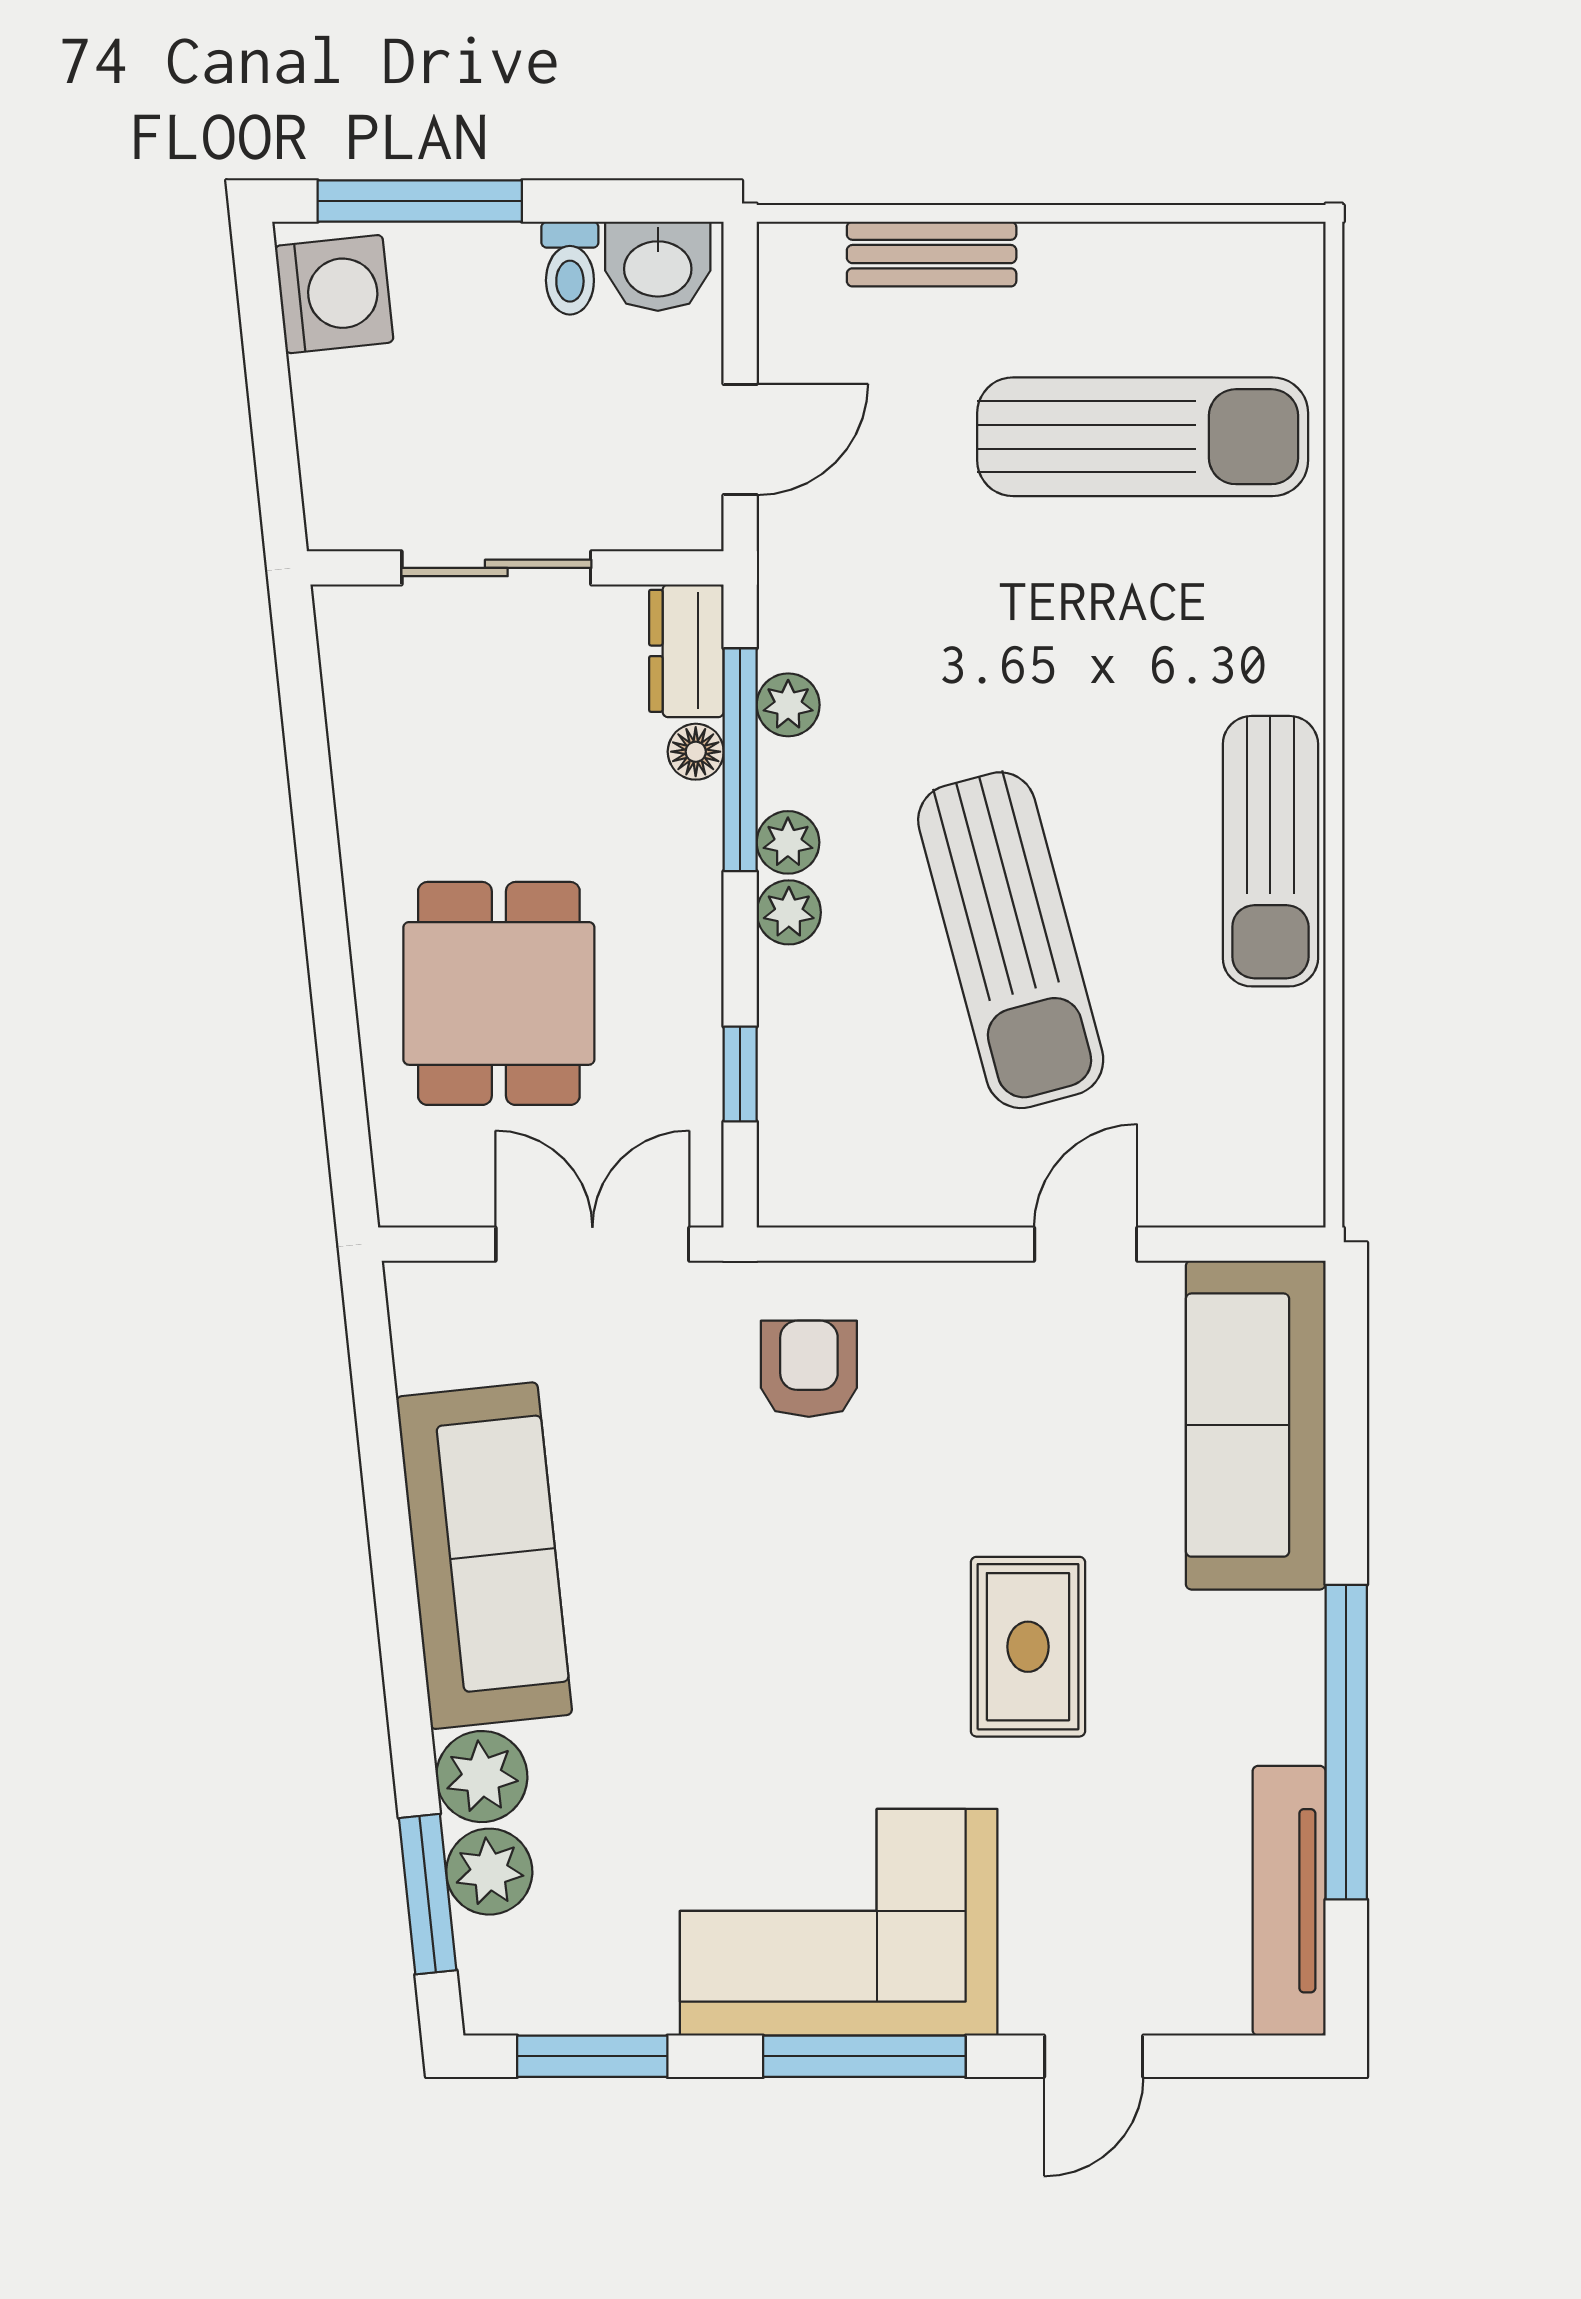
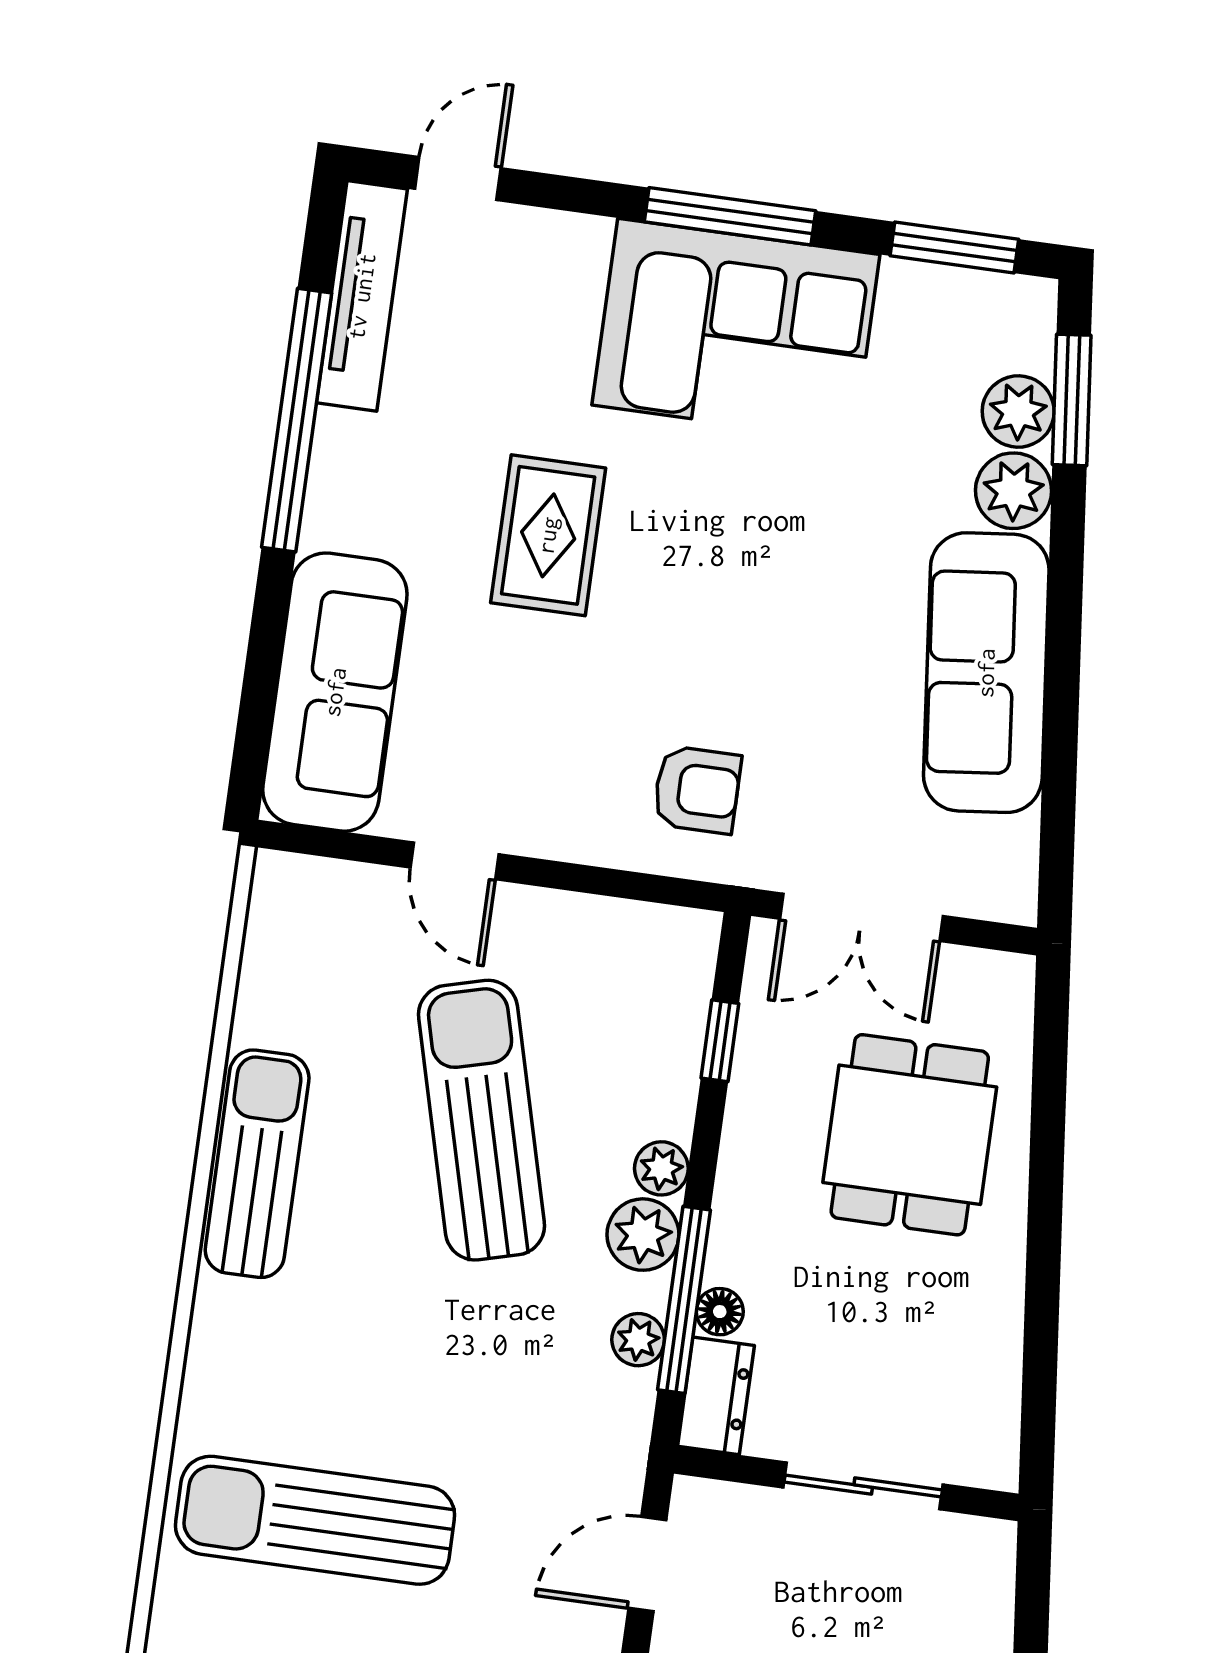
plant: (788, 842) -> (643, 1235), width x1.38, depth x1.38
door: (1086, 1244) -> (455, 861), hinge flipped
armchair: (809, 1369) -> (697, 790), turned -90
door: (1094, 2056) -> (458, 179), moved

